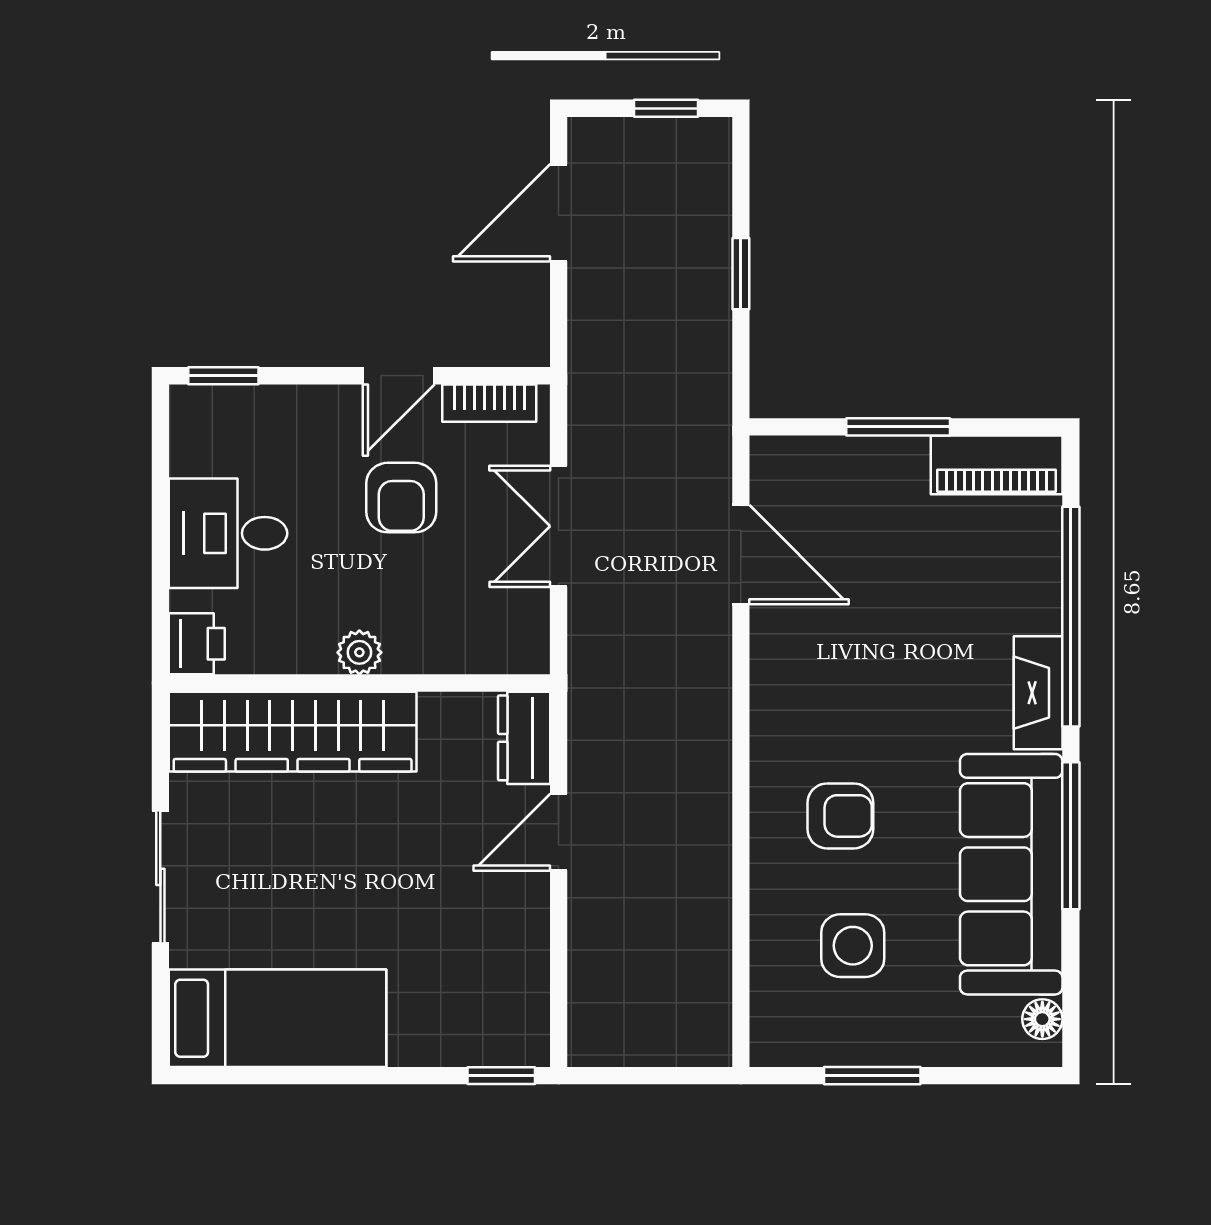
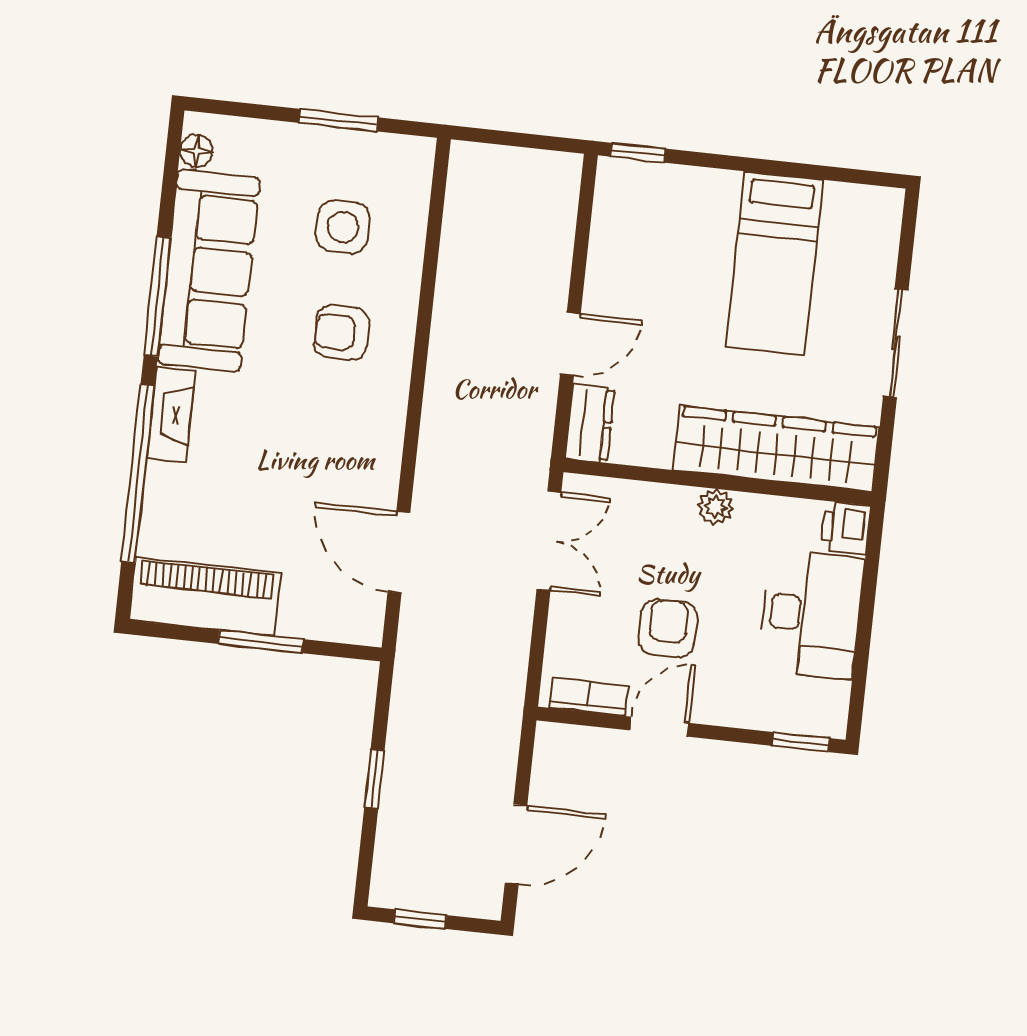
piano: (997, 465) -> (205, 597), width x1.37, depth x1.33
double door: (559, 526) -> (549, 541), moved
desk: (228, 533) -> (811, 614), width x1.37
bed: (278, 1018) -> (774, 263), moved, turned -90

